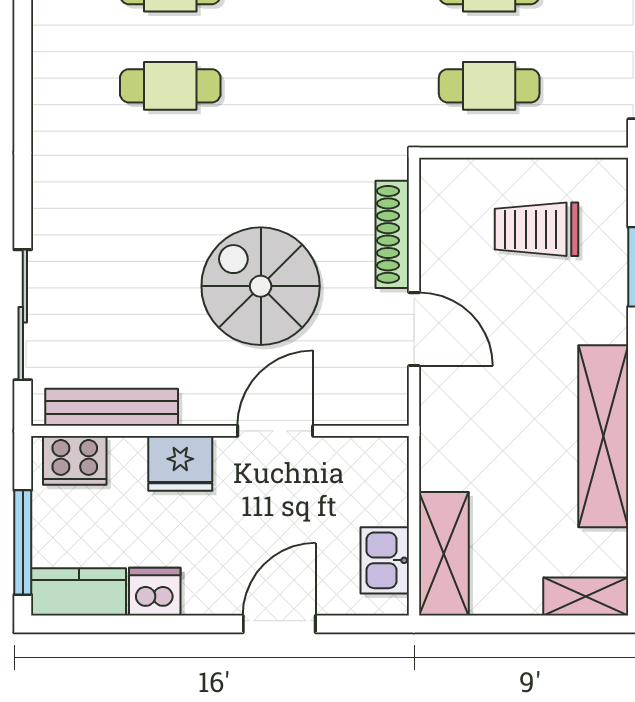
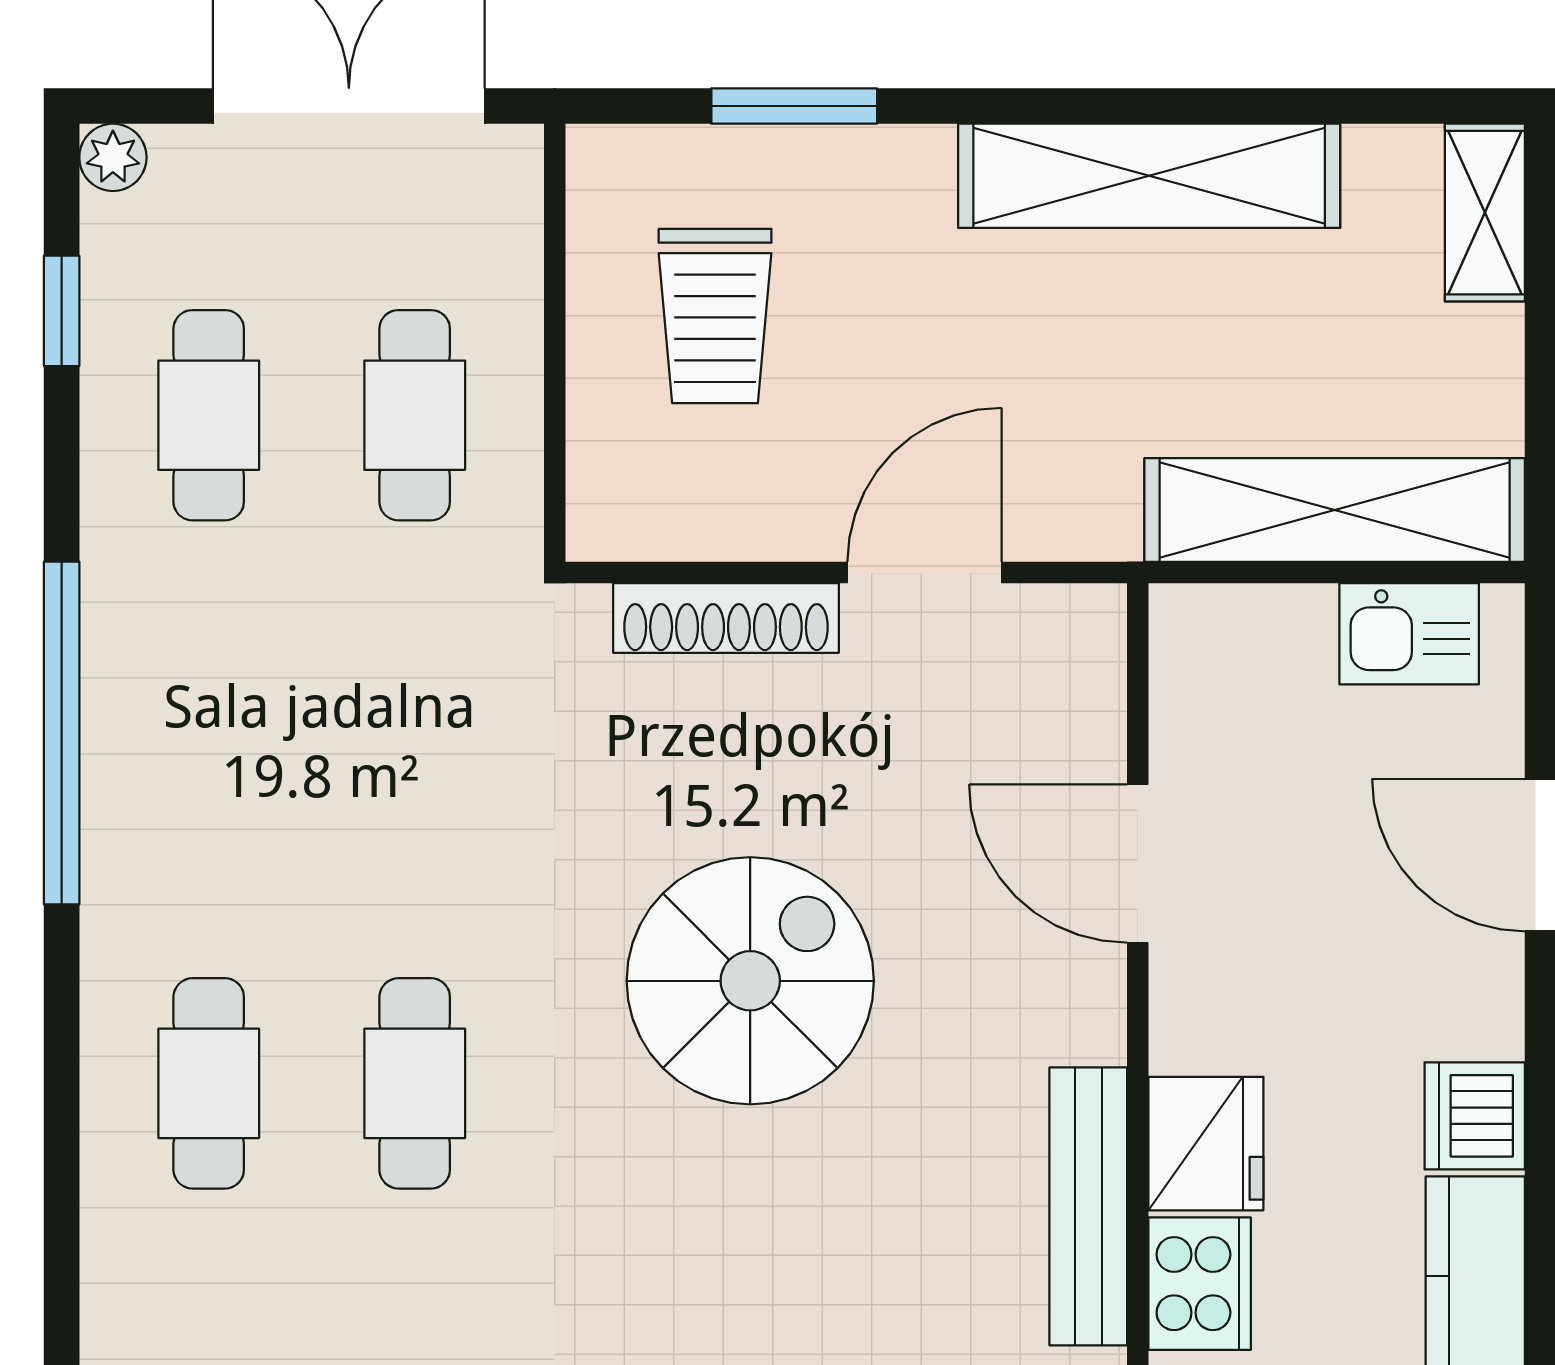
spiral stairs: (261, 286) -> (750, 981), moved, turned 180
fridge: (180, 463) -> (1206, 1144), moved
shelving: (444, 554) -> (1335, 510), width x1.47

